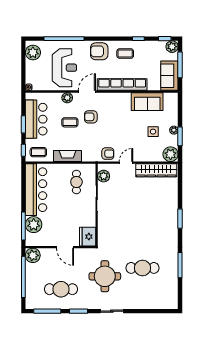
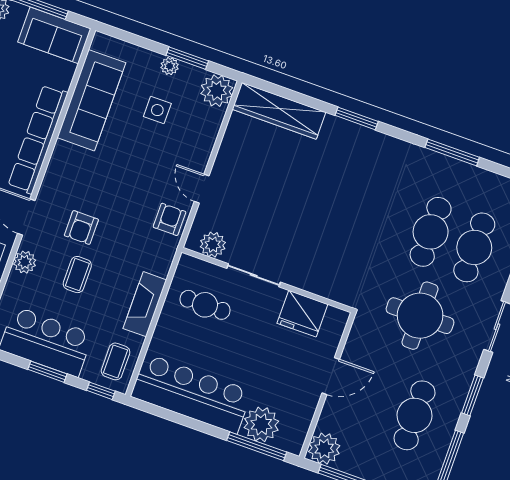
sofa: (147, 102) -> (91, 100), width x1.36
wardrobe: (156, 170) -> (279, 111), moved, turned 90
fridge: (88, 237) -> (302, 314), moved
cafe table: (142, 289) -> (474, 247), added

